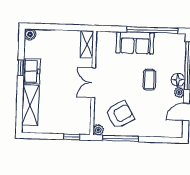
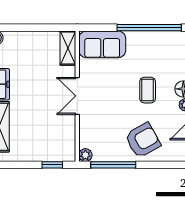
sofa: (135, 43) -> (102, 44), moved
armchair: (120, 115) -> (143, 140), moved

